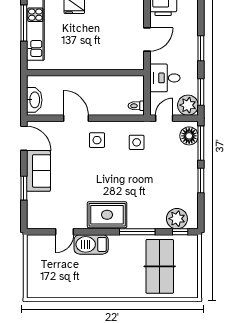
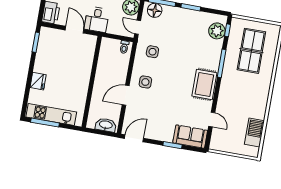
desk: (165, 78) -> (97, 19), moved
sofa: (38, 171) -> (190, 137), moved
barbecue: (91, 244) -> (254, 133), moved, turned 180
table tennis table: (160, 266) -> (251, 51), turned 90

